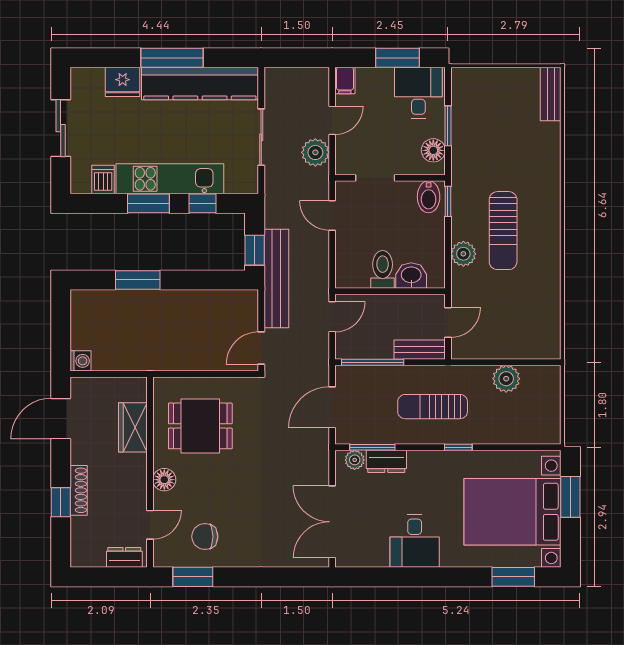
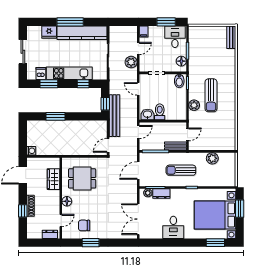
window: (148, 203) -> (49, 84), moved
washbasin: (411, 276) -> (147, 114), moved
window: (193, 577) -> (91, 243), moved

